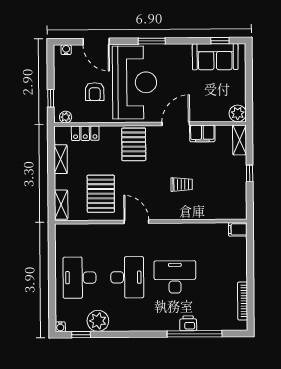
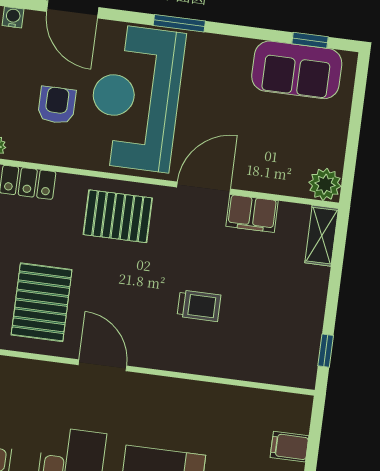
reception desk: (135, 82) -> (136, 98), turned 180
armchair: (95, 92) -> (57, 105), turned 180
pallet: (134, 144) -> (118, 216), turned 90
window: (250, 173) -> (326, 351), moved
filing cabinet: (238, 229) -> (289, 447), moved

